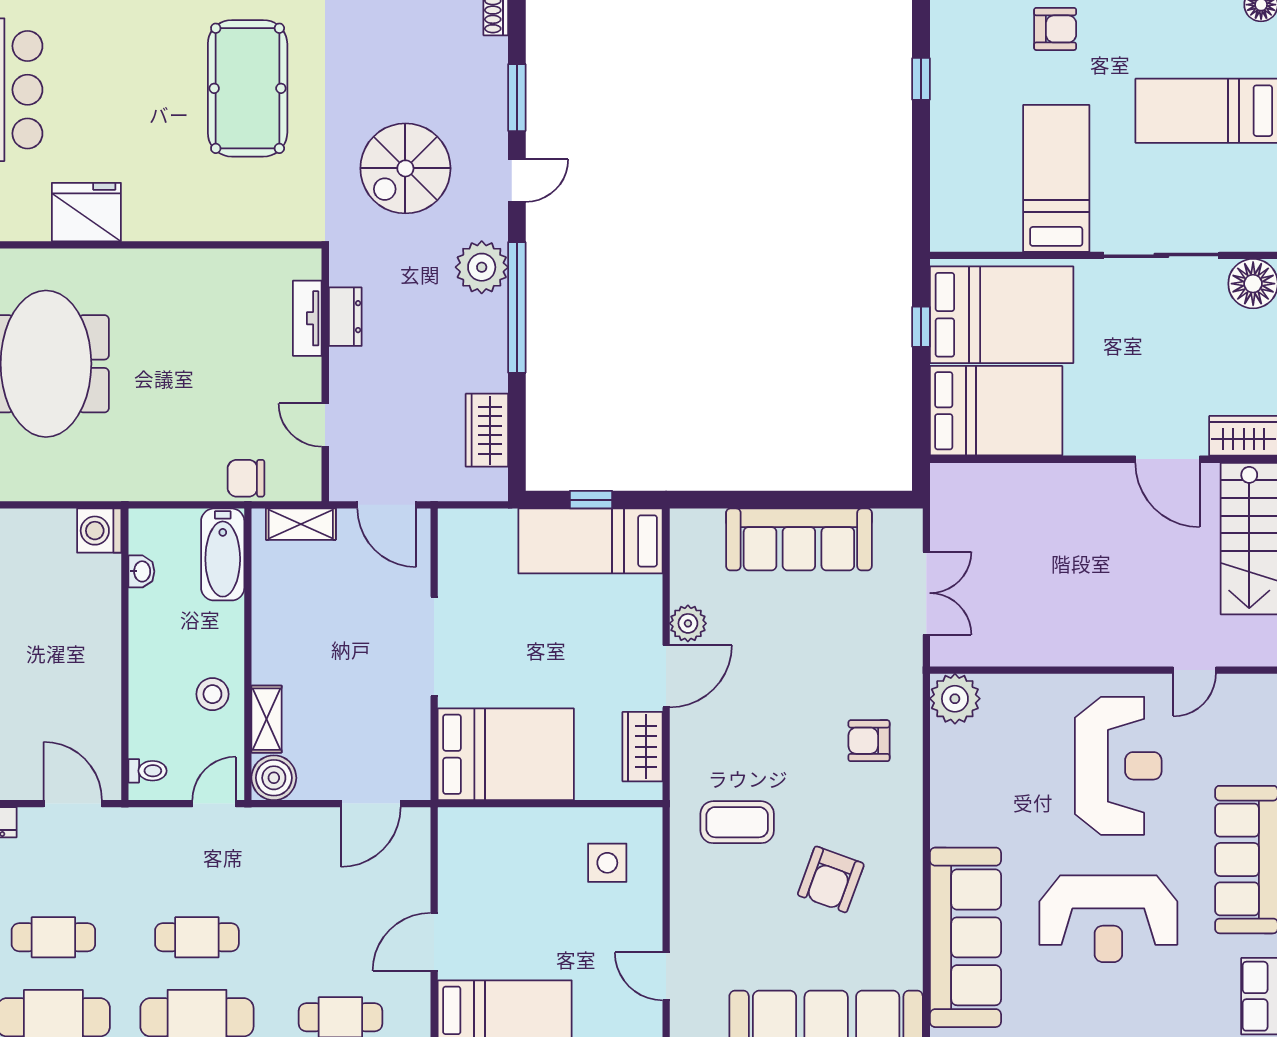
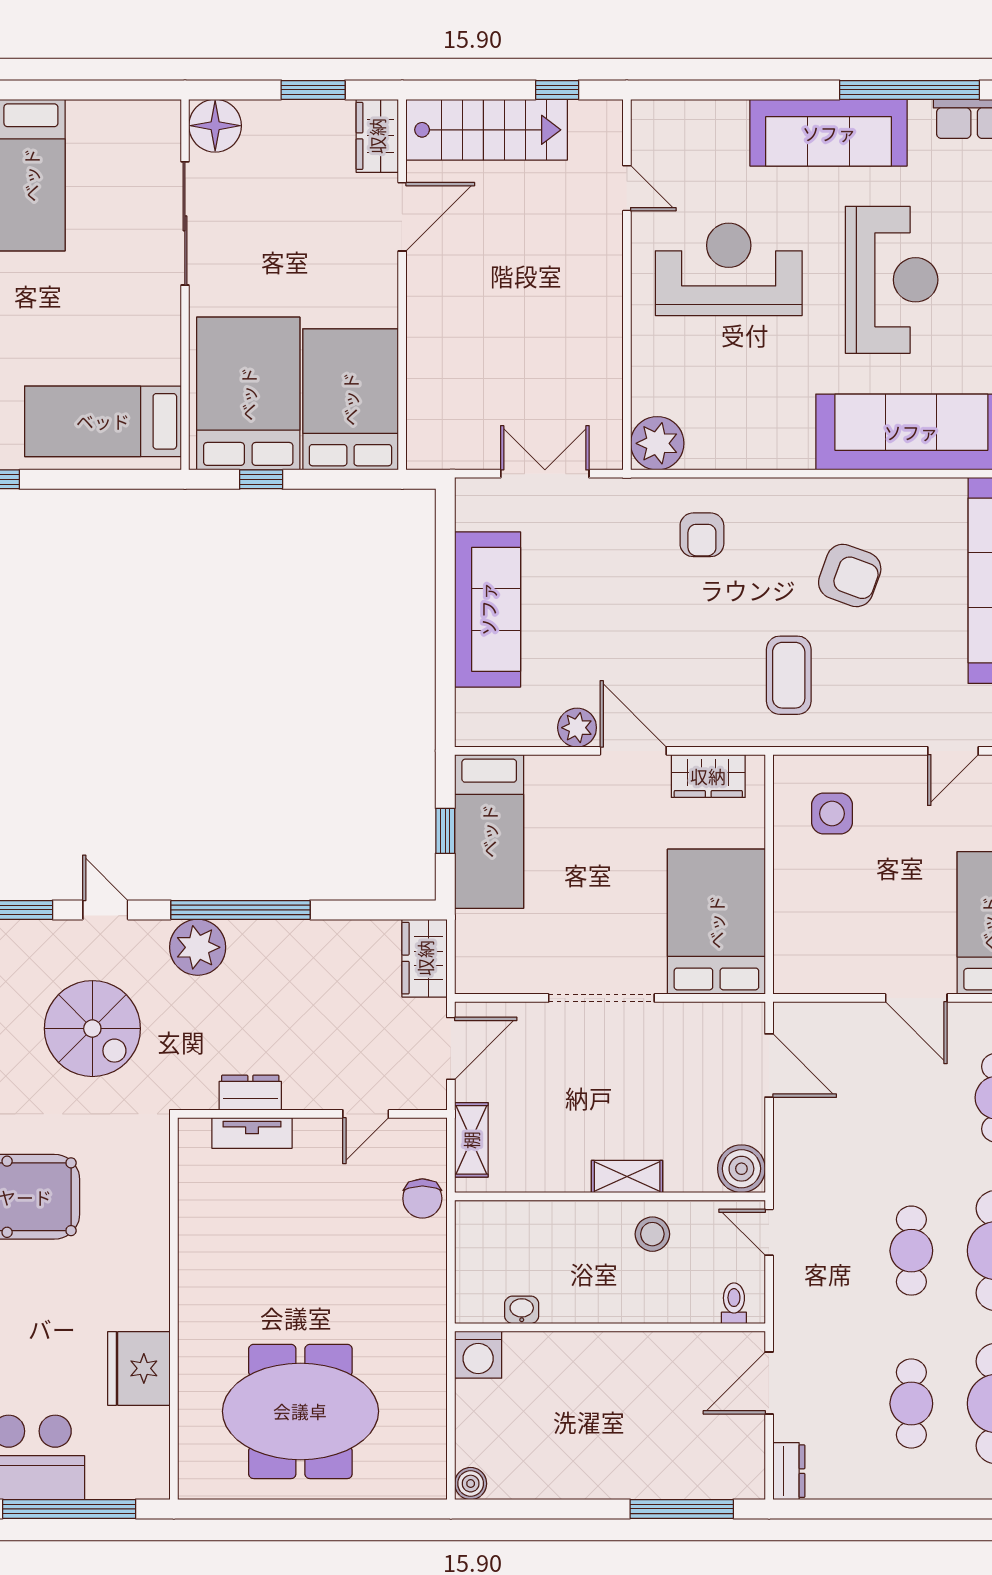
bed: (1056, 178) -> (103, 421), moved
wardrobe: (487, 430) -> (425, 958), moved, turned 90
bathtub: (223, 554) -> (504, 1223), removed
shelving: (267, 719) -> (627, 1177), moved

